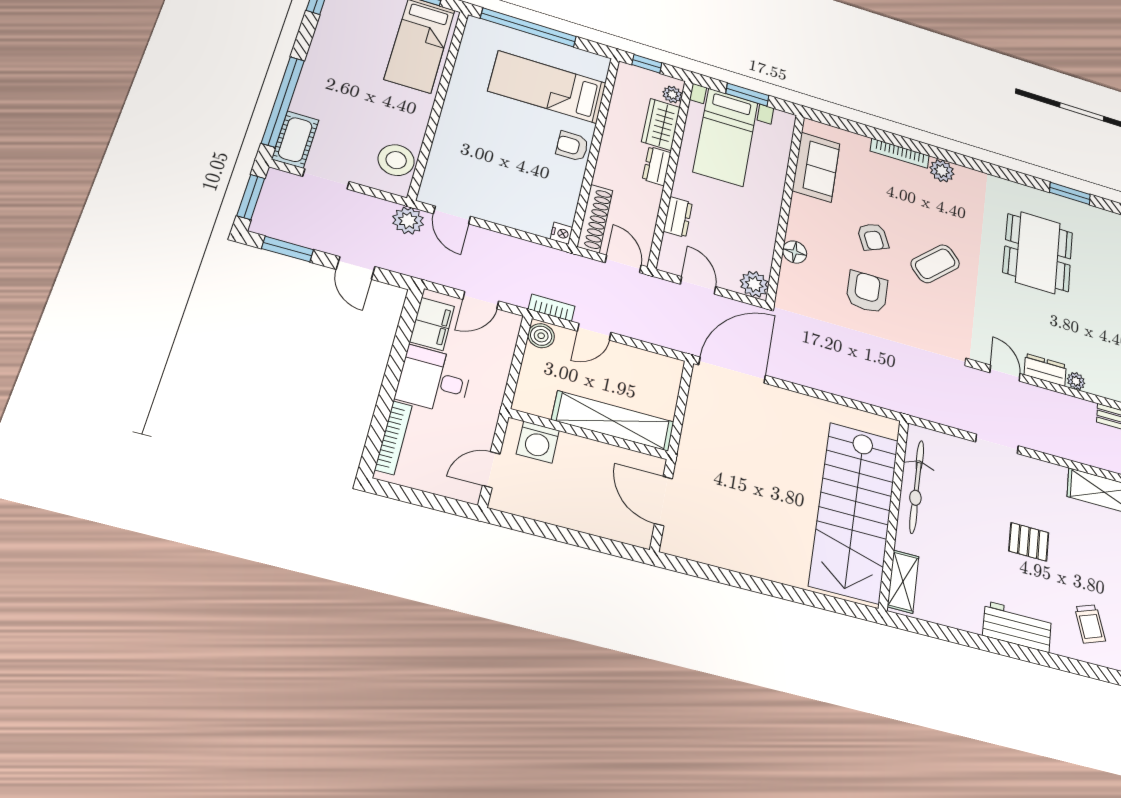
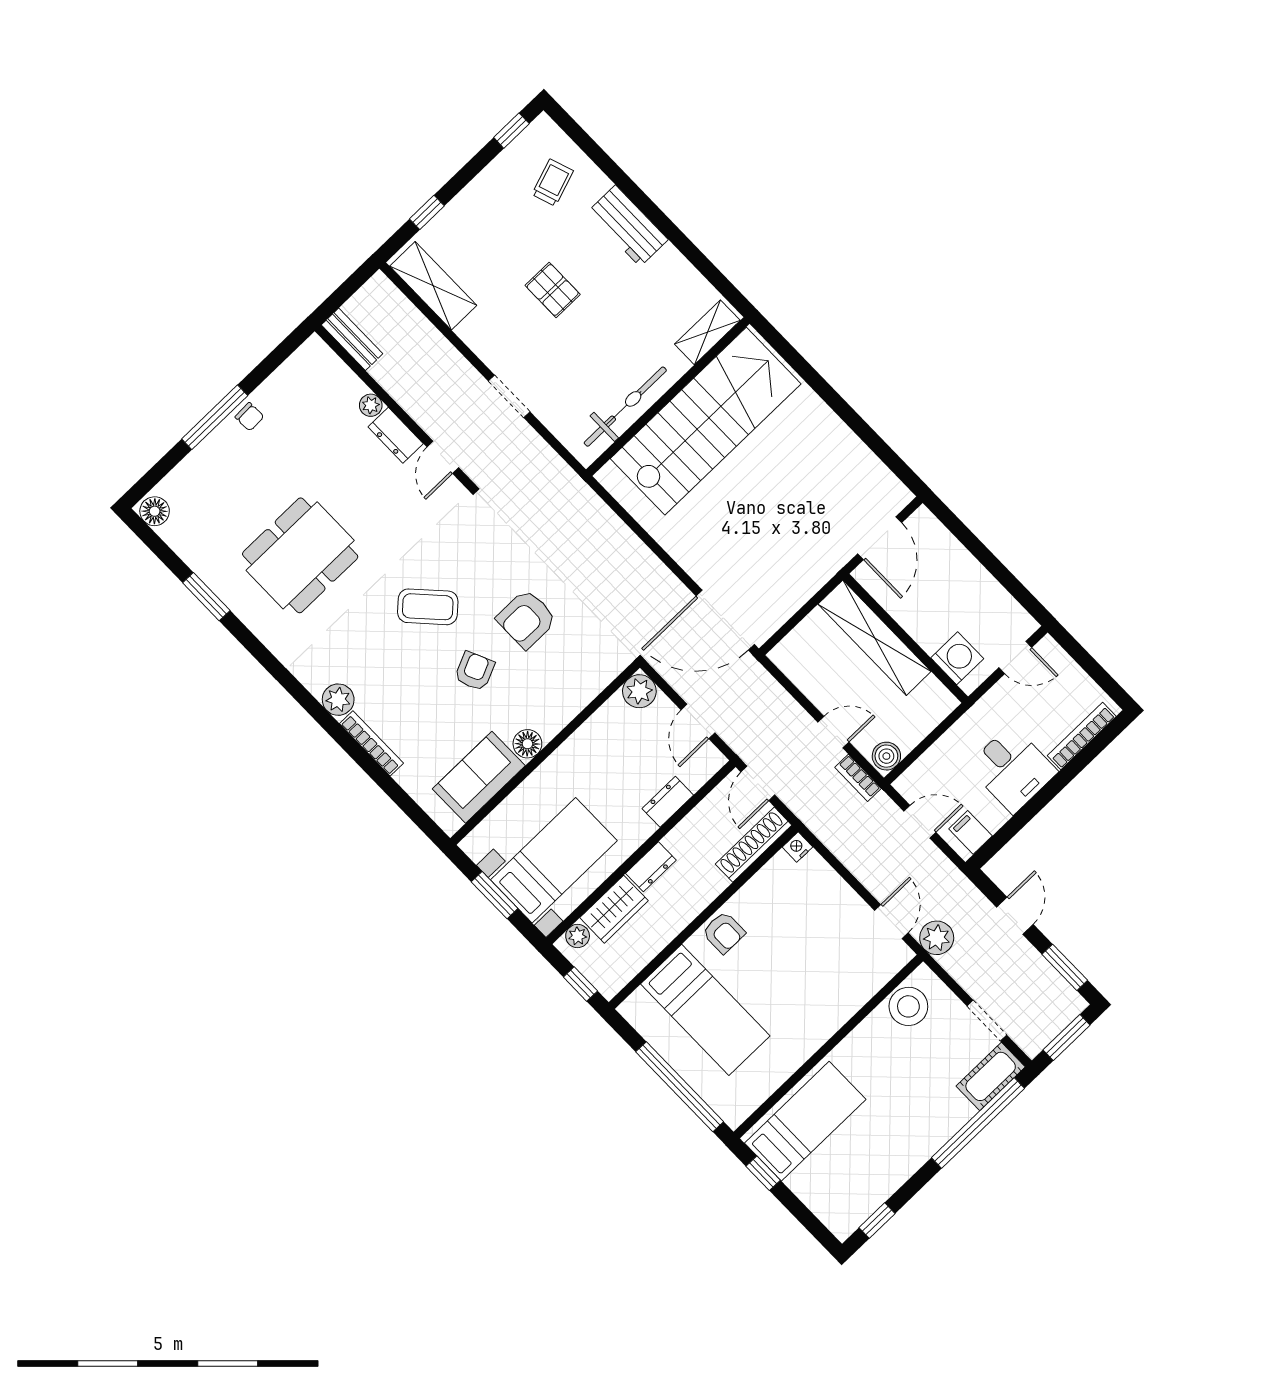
floor lamp: (795, 252) -> (527, 744), moved
filing cabinet: (432, 324) -> (970, 832), width x0.50

